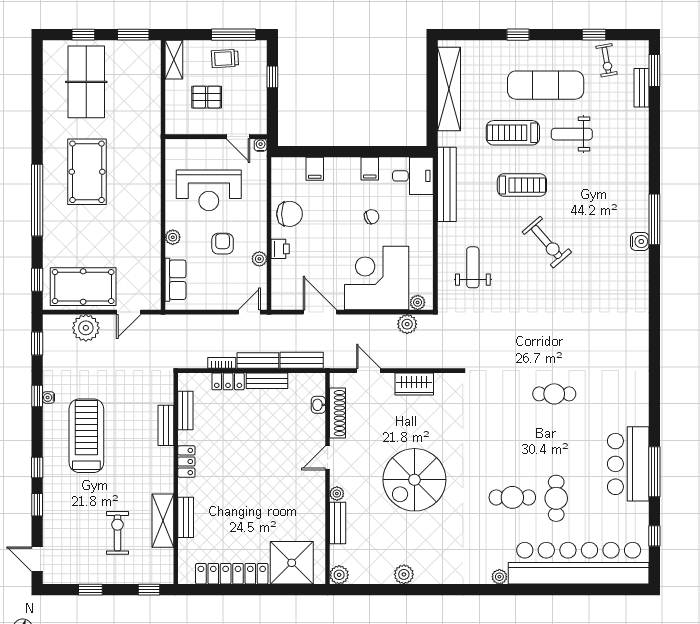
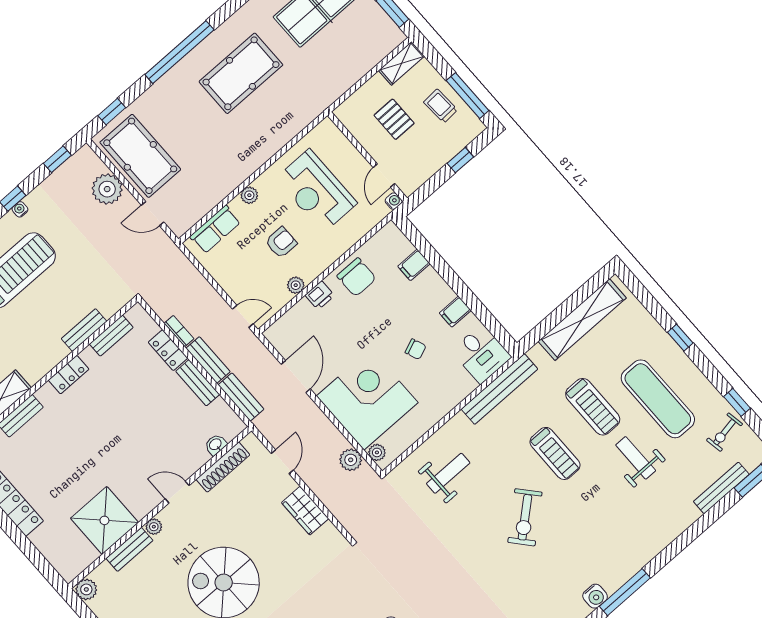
bench: (642, 88) -> (721, 488), width x1.36
treadmill: (513, 133) -> (593, 407), turned 180
shower: (292, 563) -> (104, 520), moved

